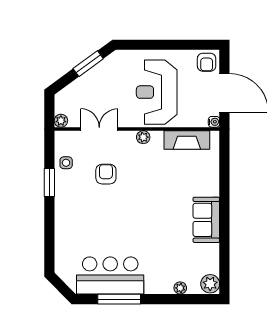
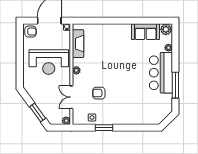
window: (88, 64) -> (38, 112), moved
sofa: (206, 220) -> (146, 32), moved
bar counter: (110, 276) -> (161, 73), moved

